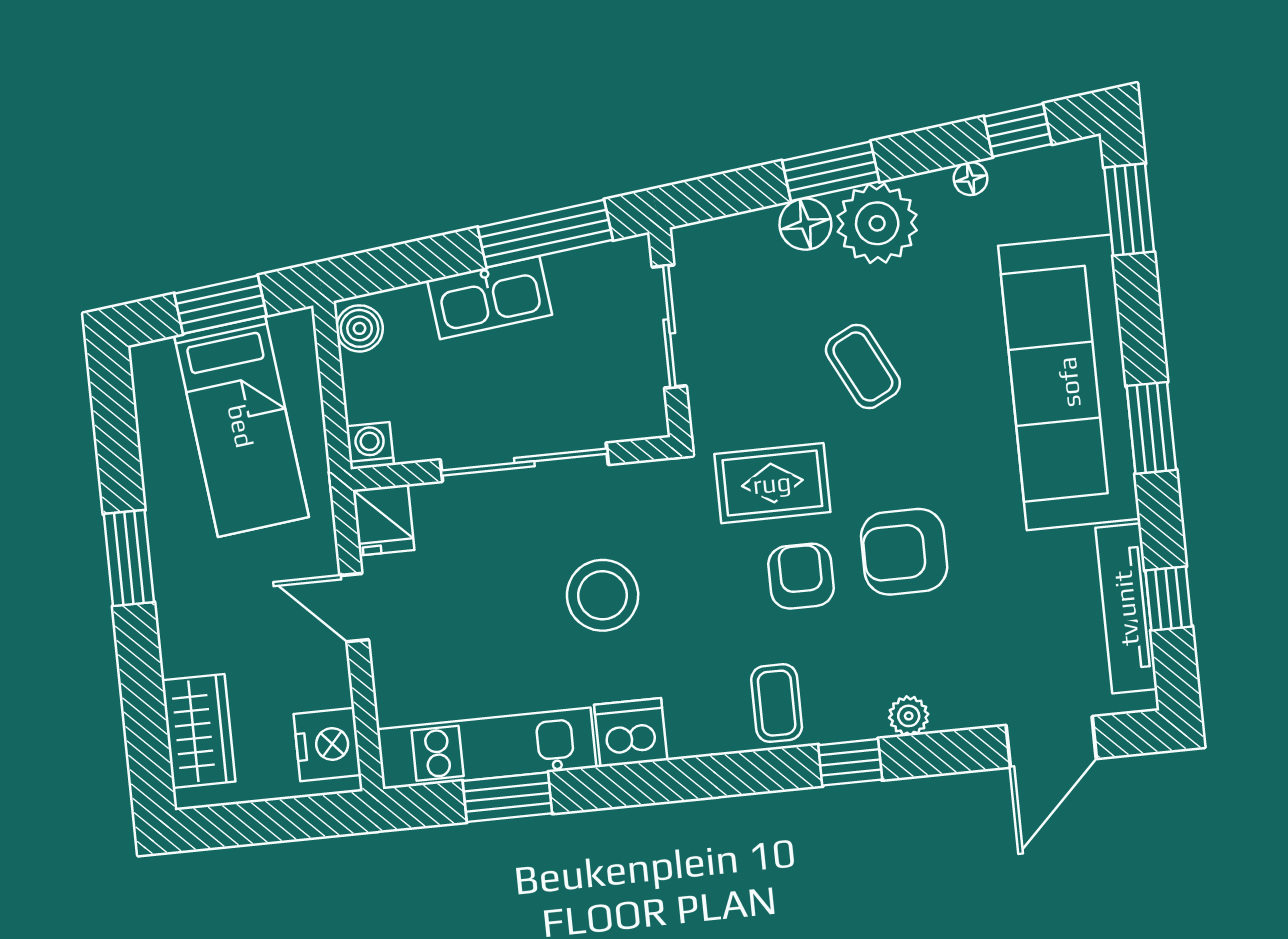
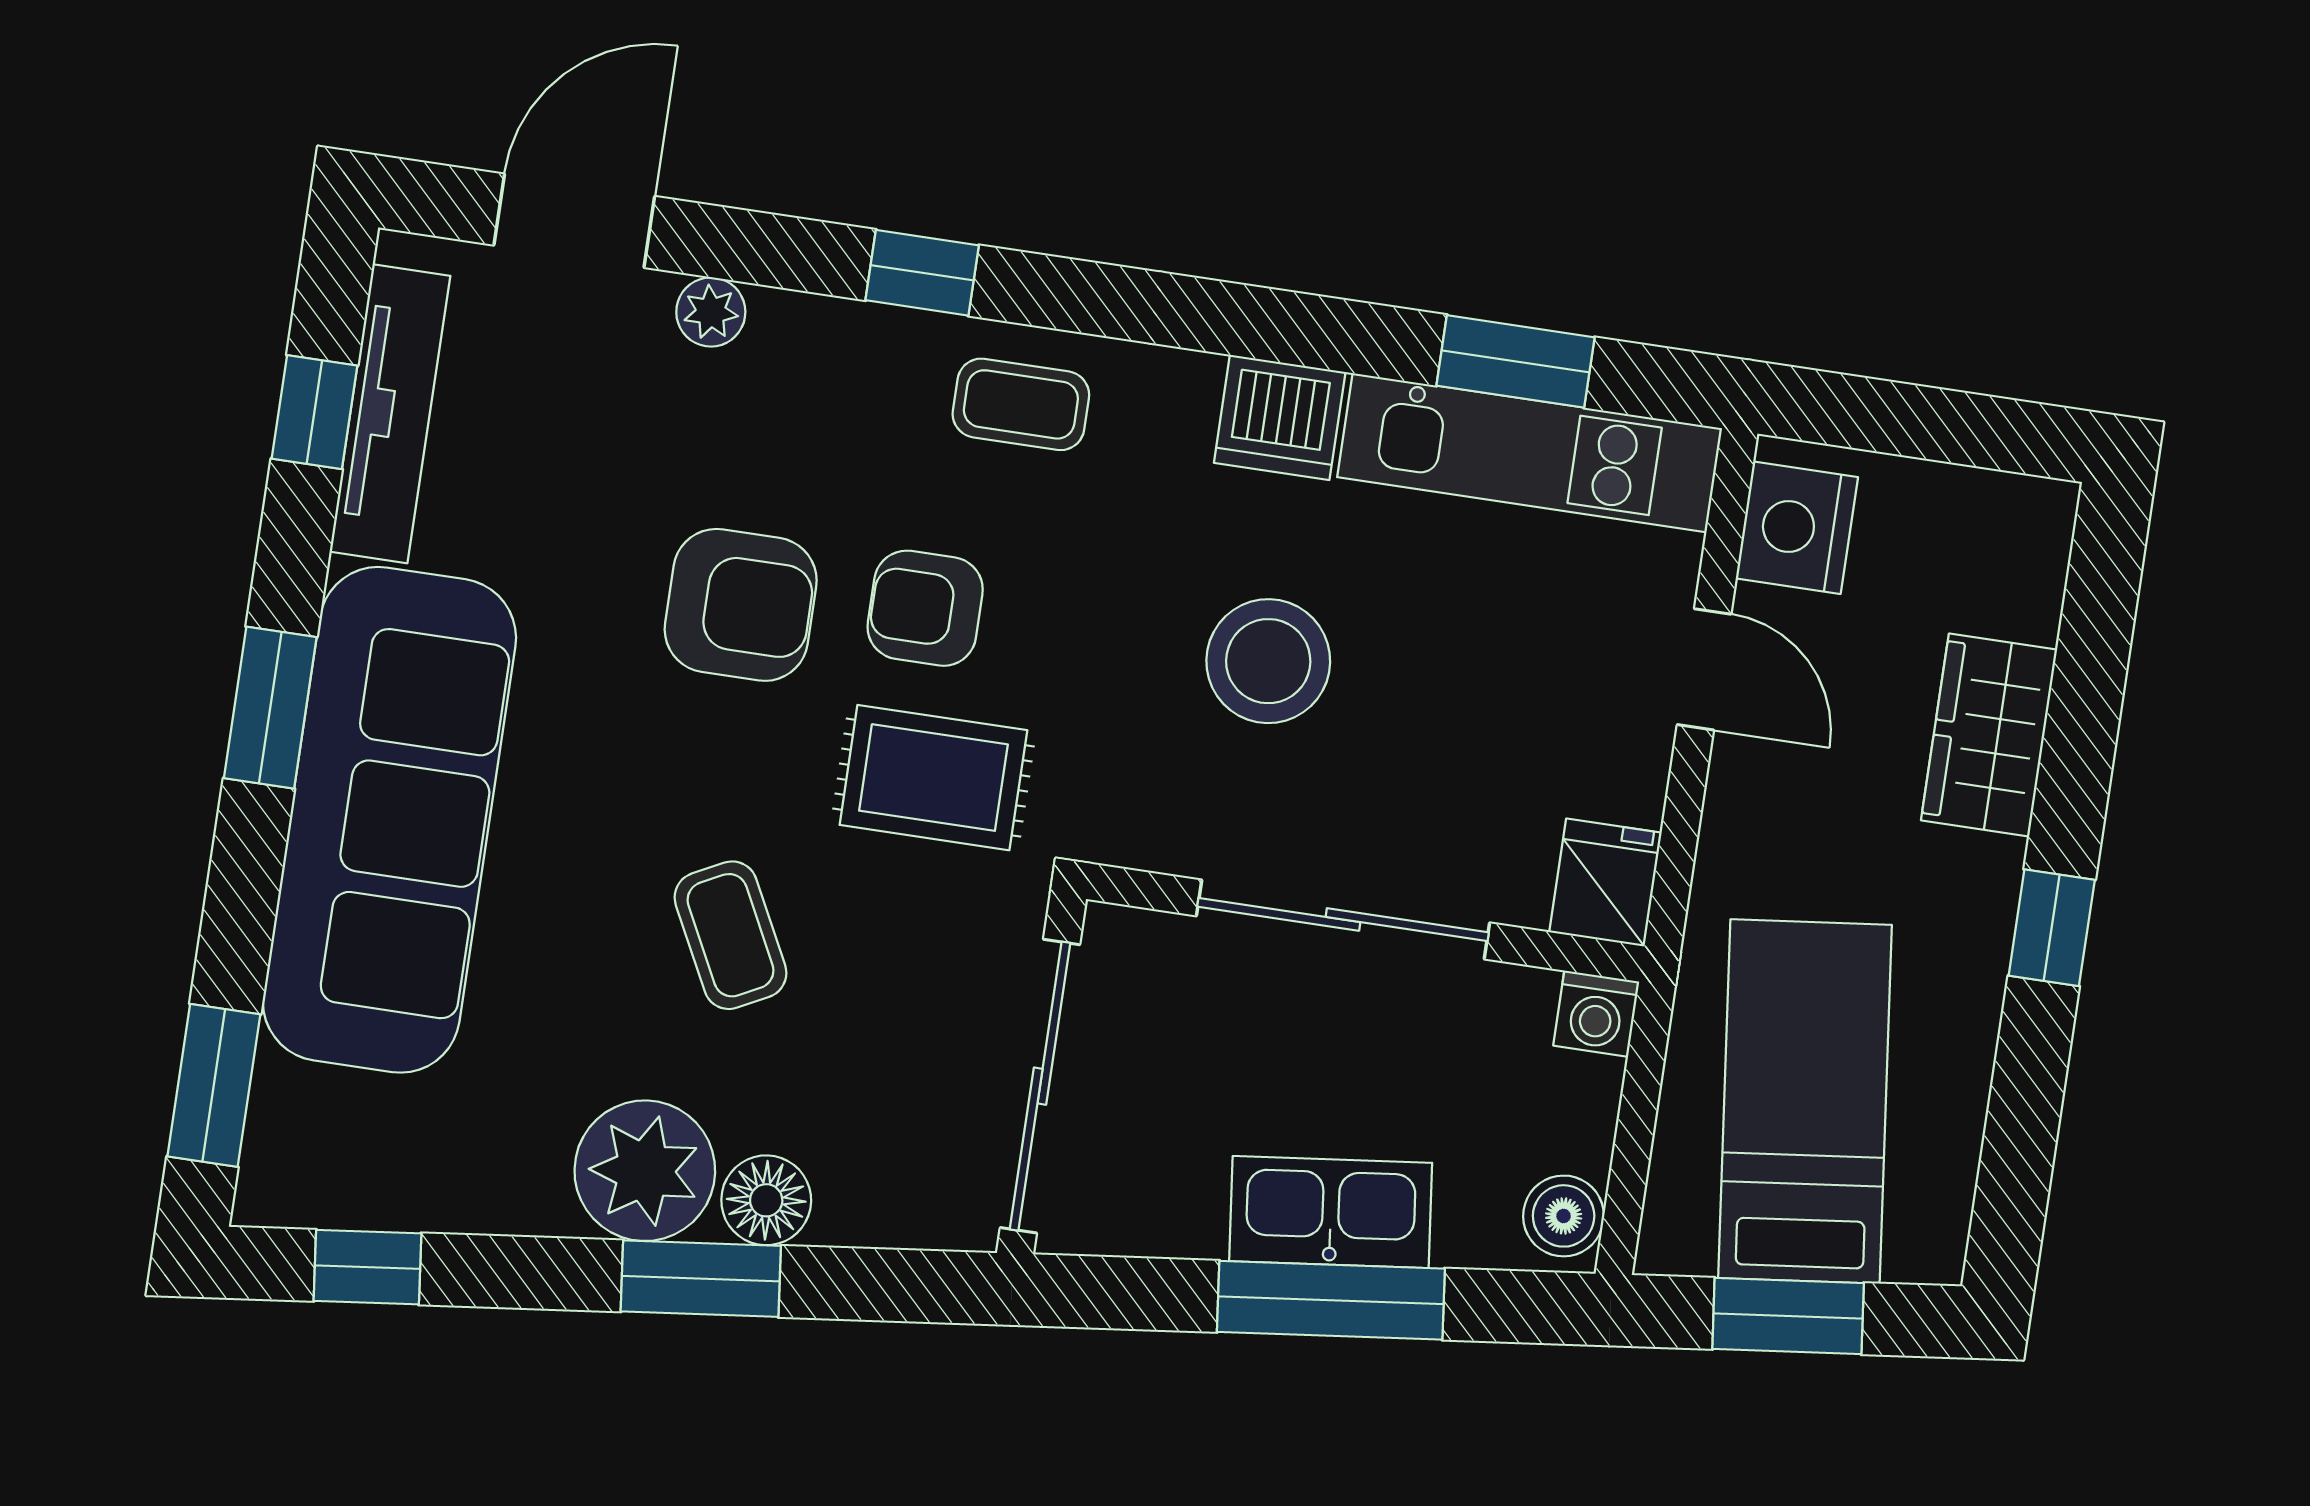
floor lamp: (971, 179) -> (468, 1206), removed
window: (545, 234) -> (1331, 1300), moved
sliding door: (669, 326) -> (1040, 1086), width x1.37
window: (129, 558) -> (2052, 928), width x0.67
armchair: (801, 576) -> (925, 608), turned 90
door: (354, 608) -> (1704, 669), moved
coffee table: (777, 703) -> (1021, 404), turned 90
plant: (909, 716) -> (711, 312), moved
wardrobe: (198, 731) -> (1989, 735), moved

